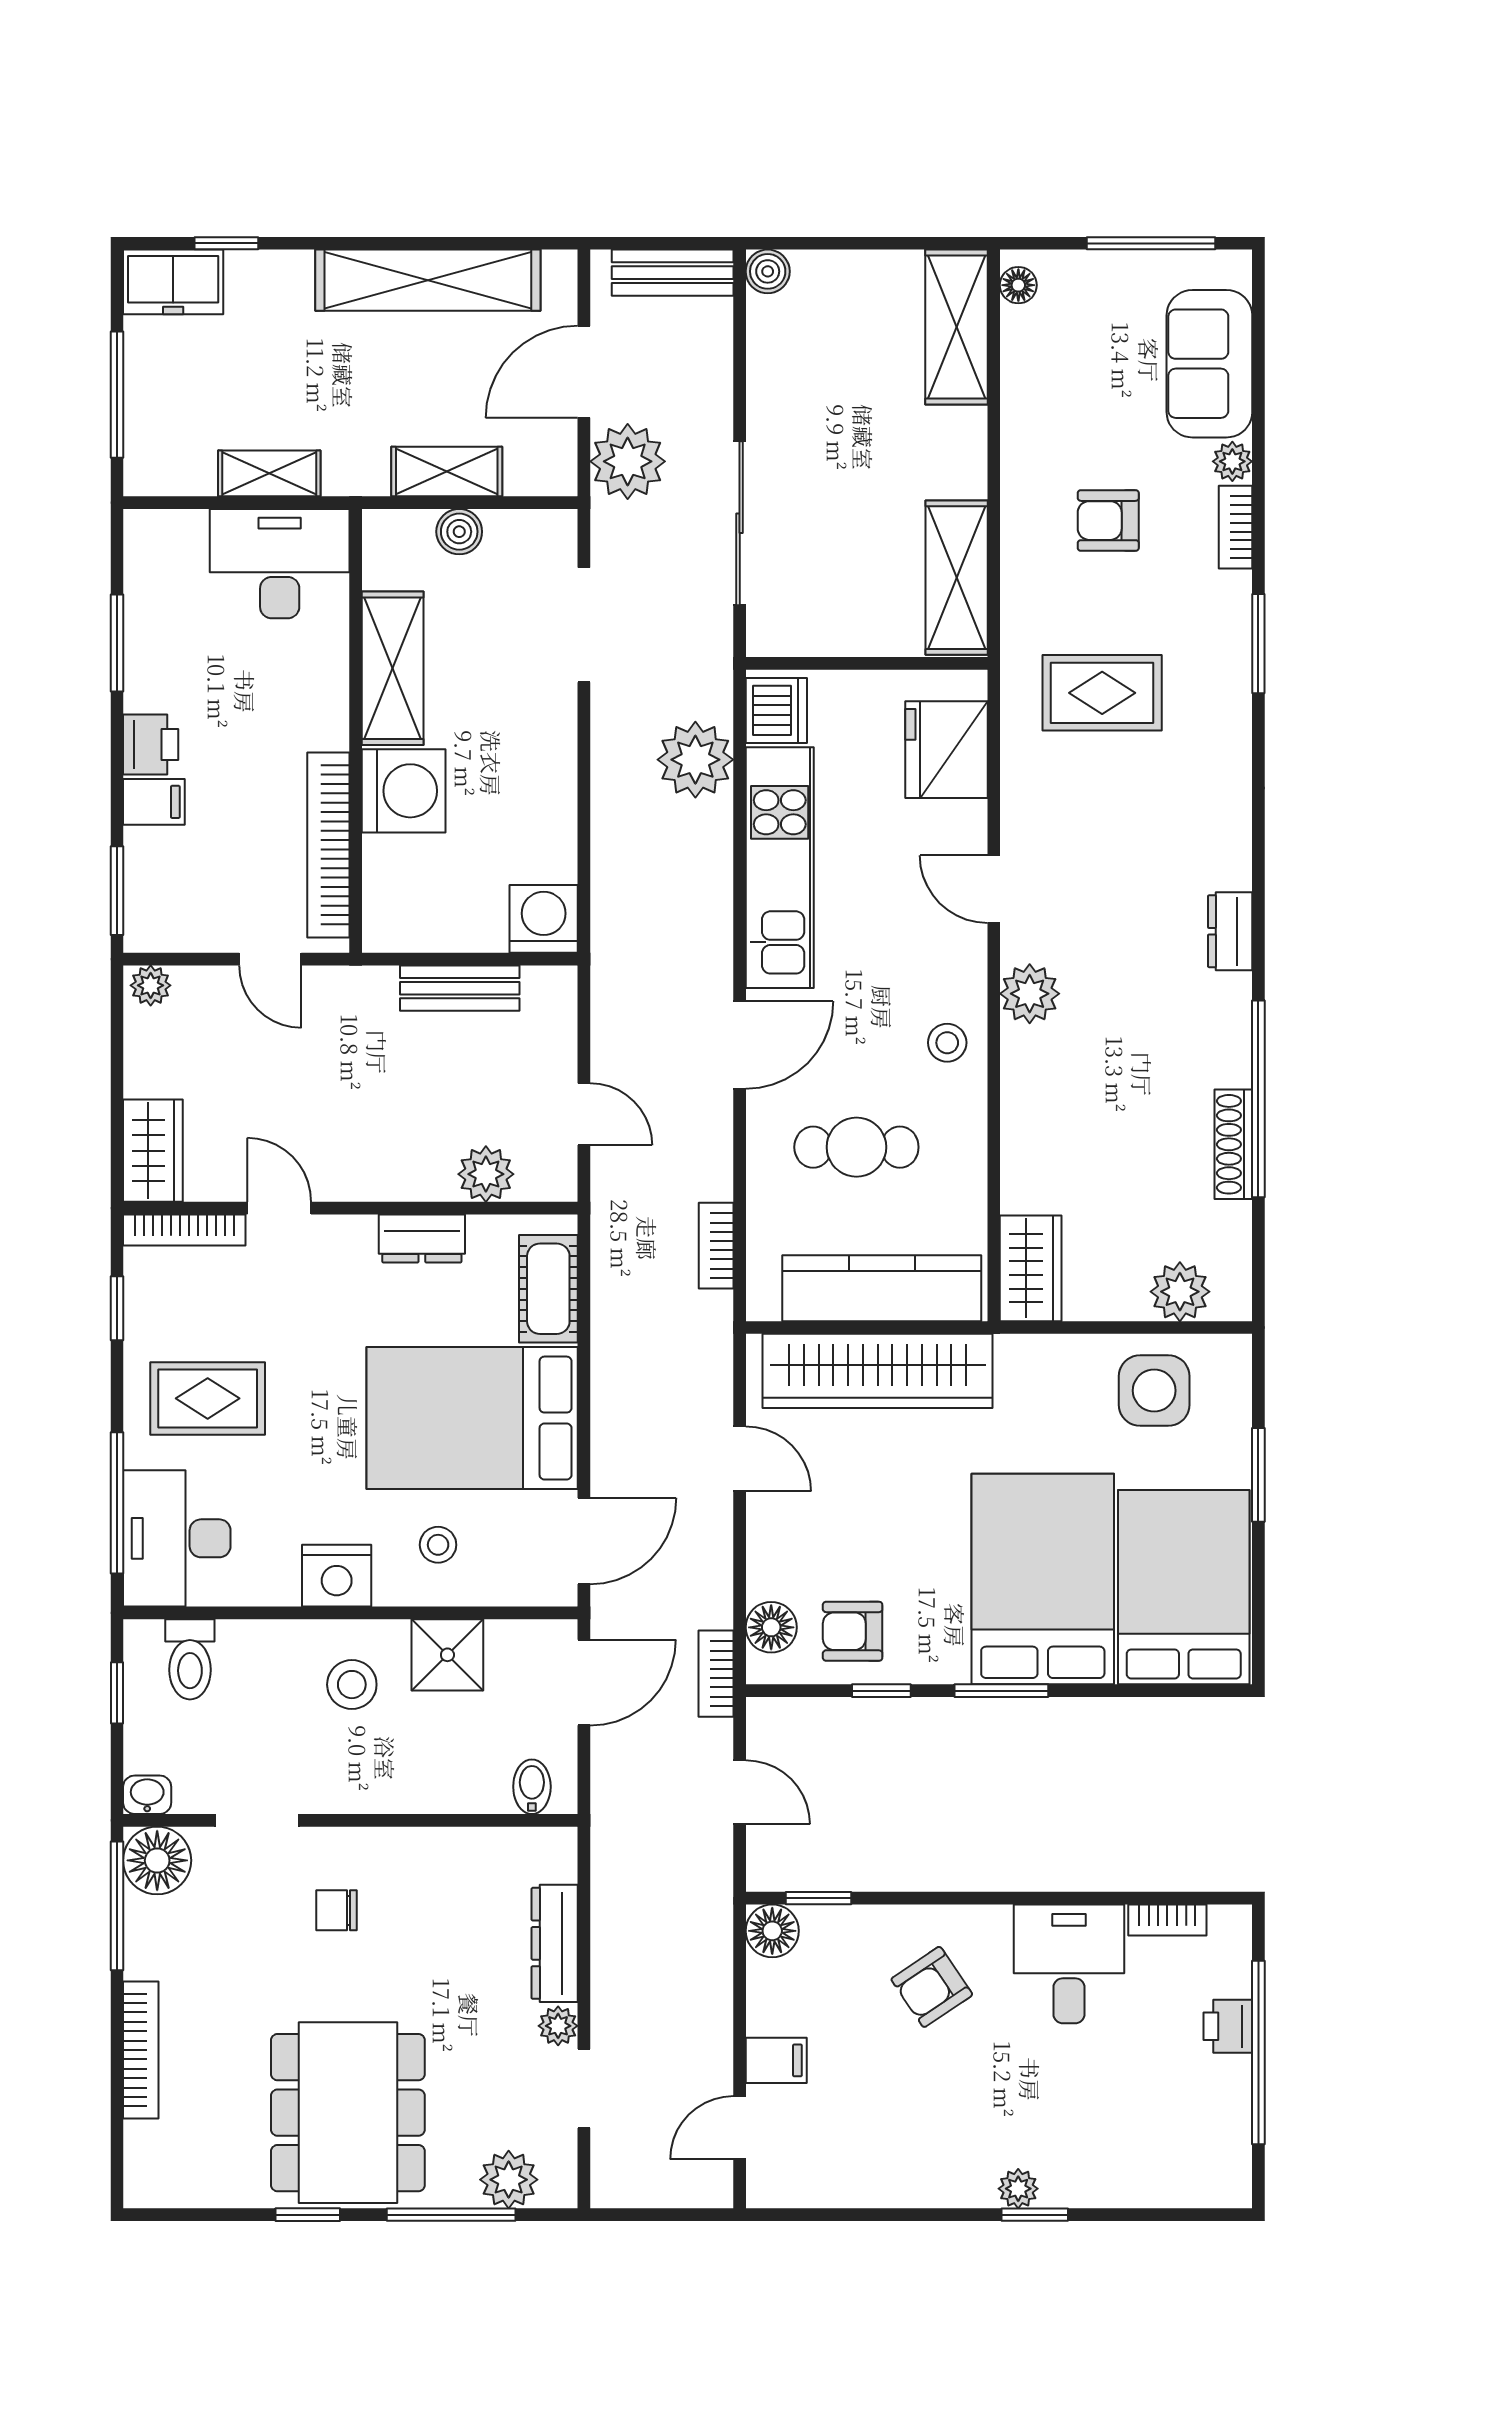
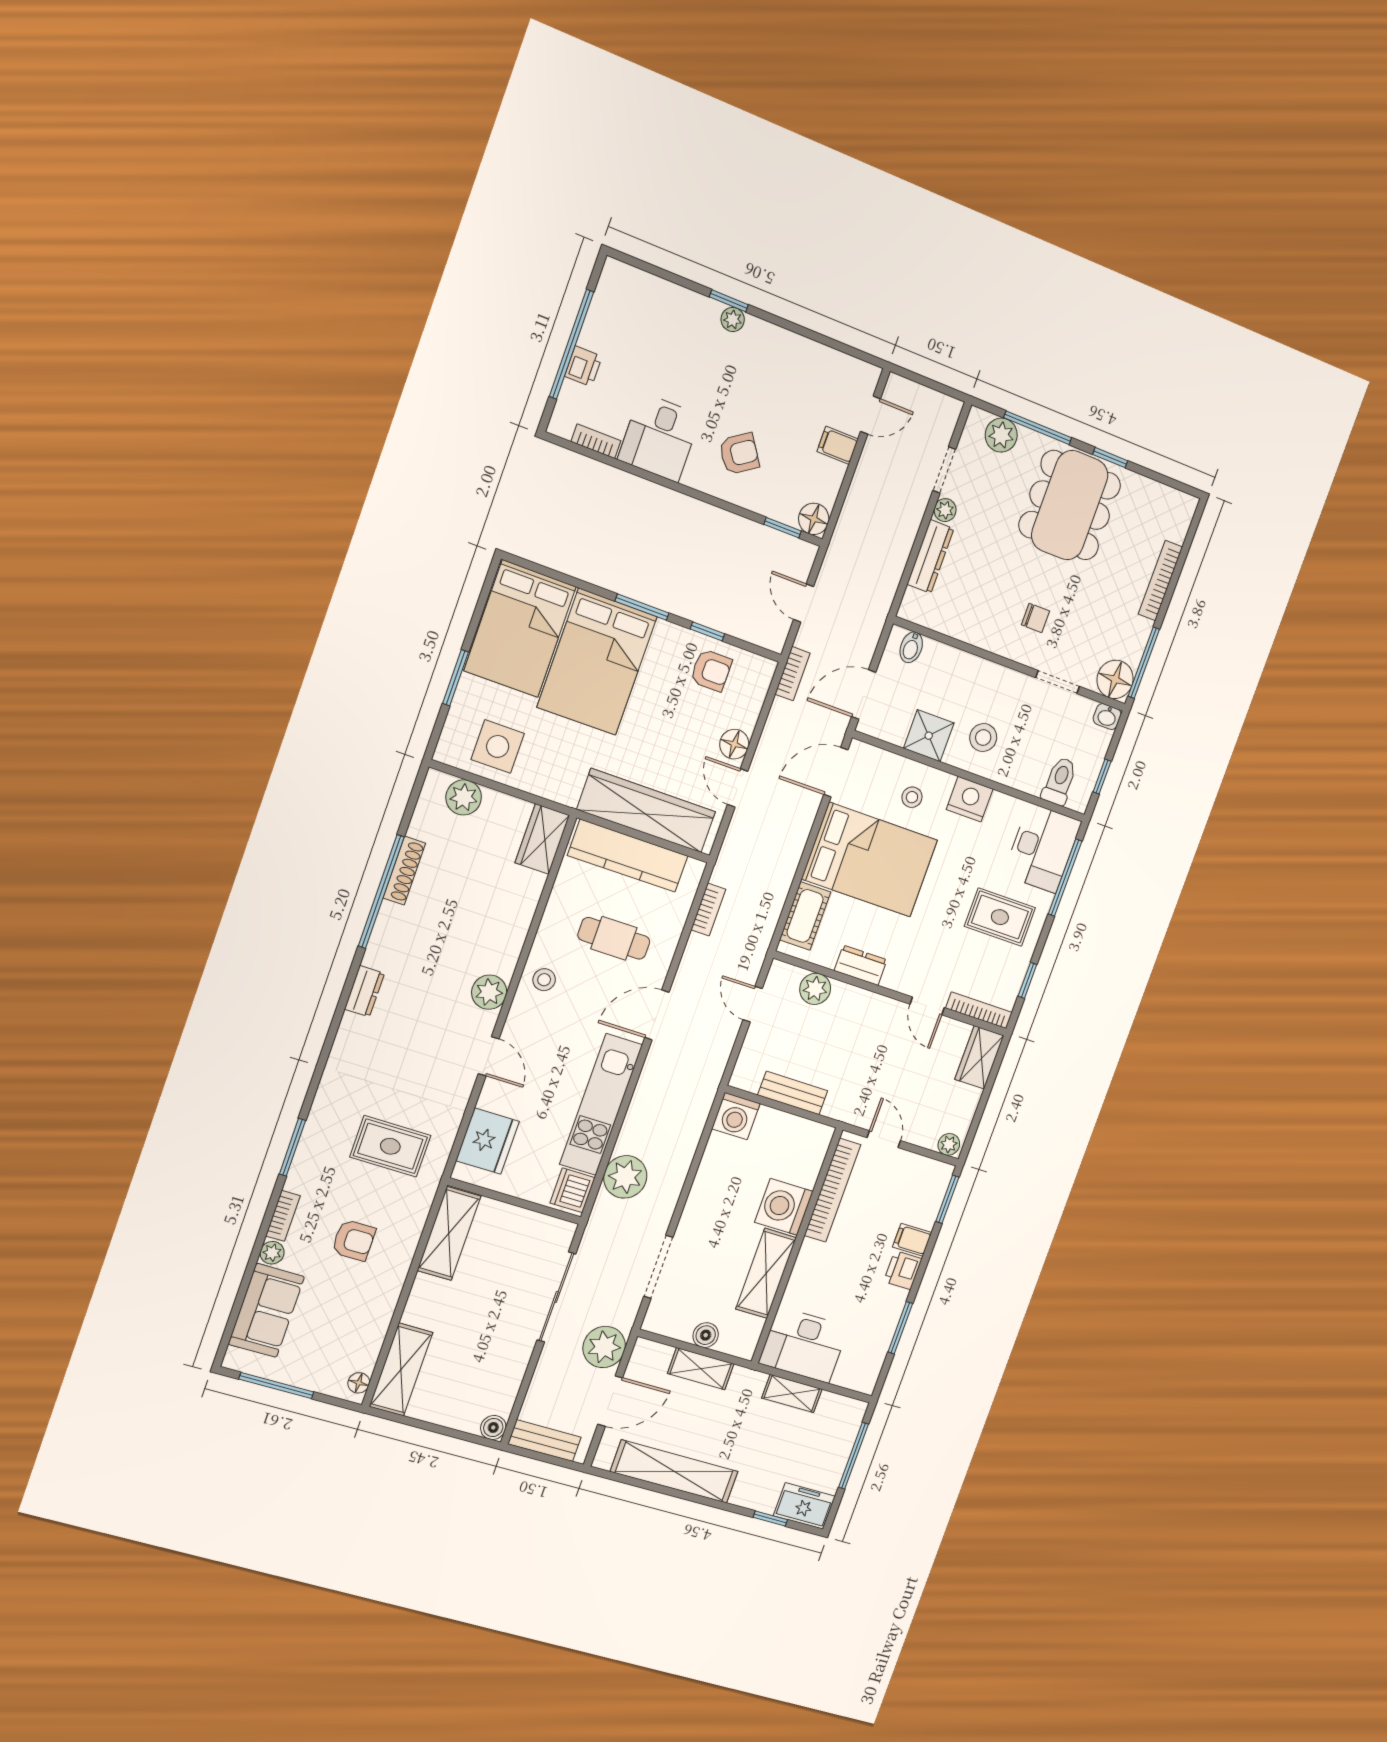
floor lamp: (771, 1627) -> (734, 744), moved

